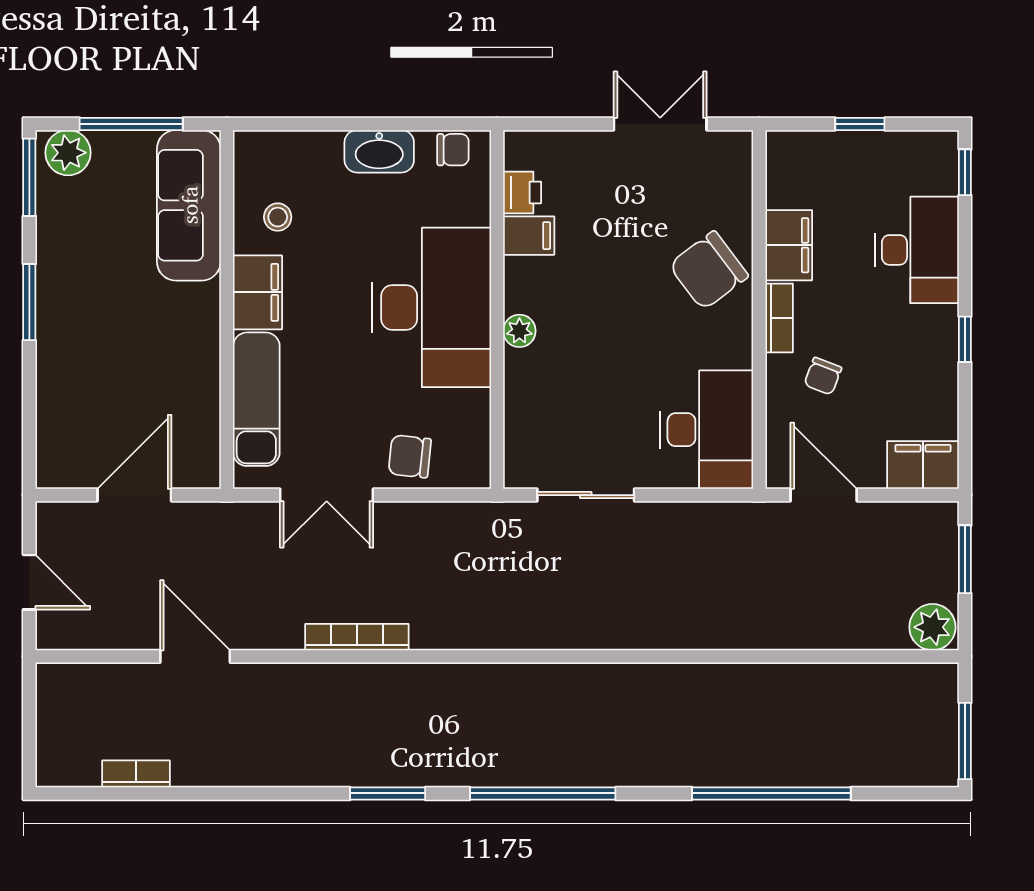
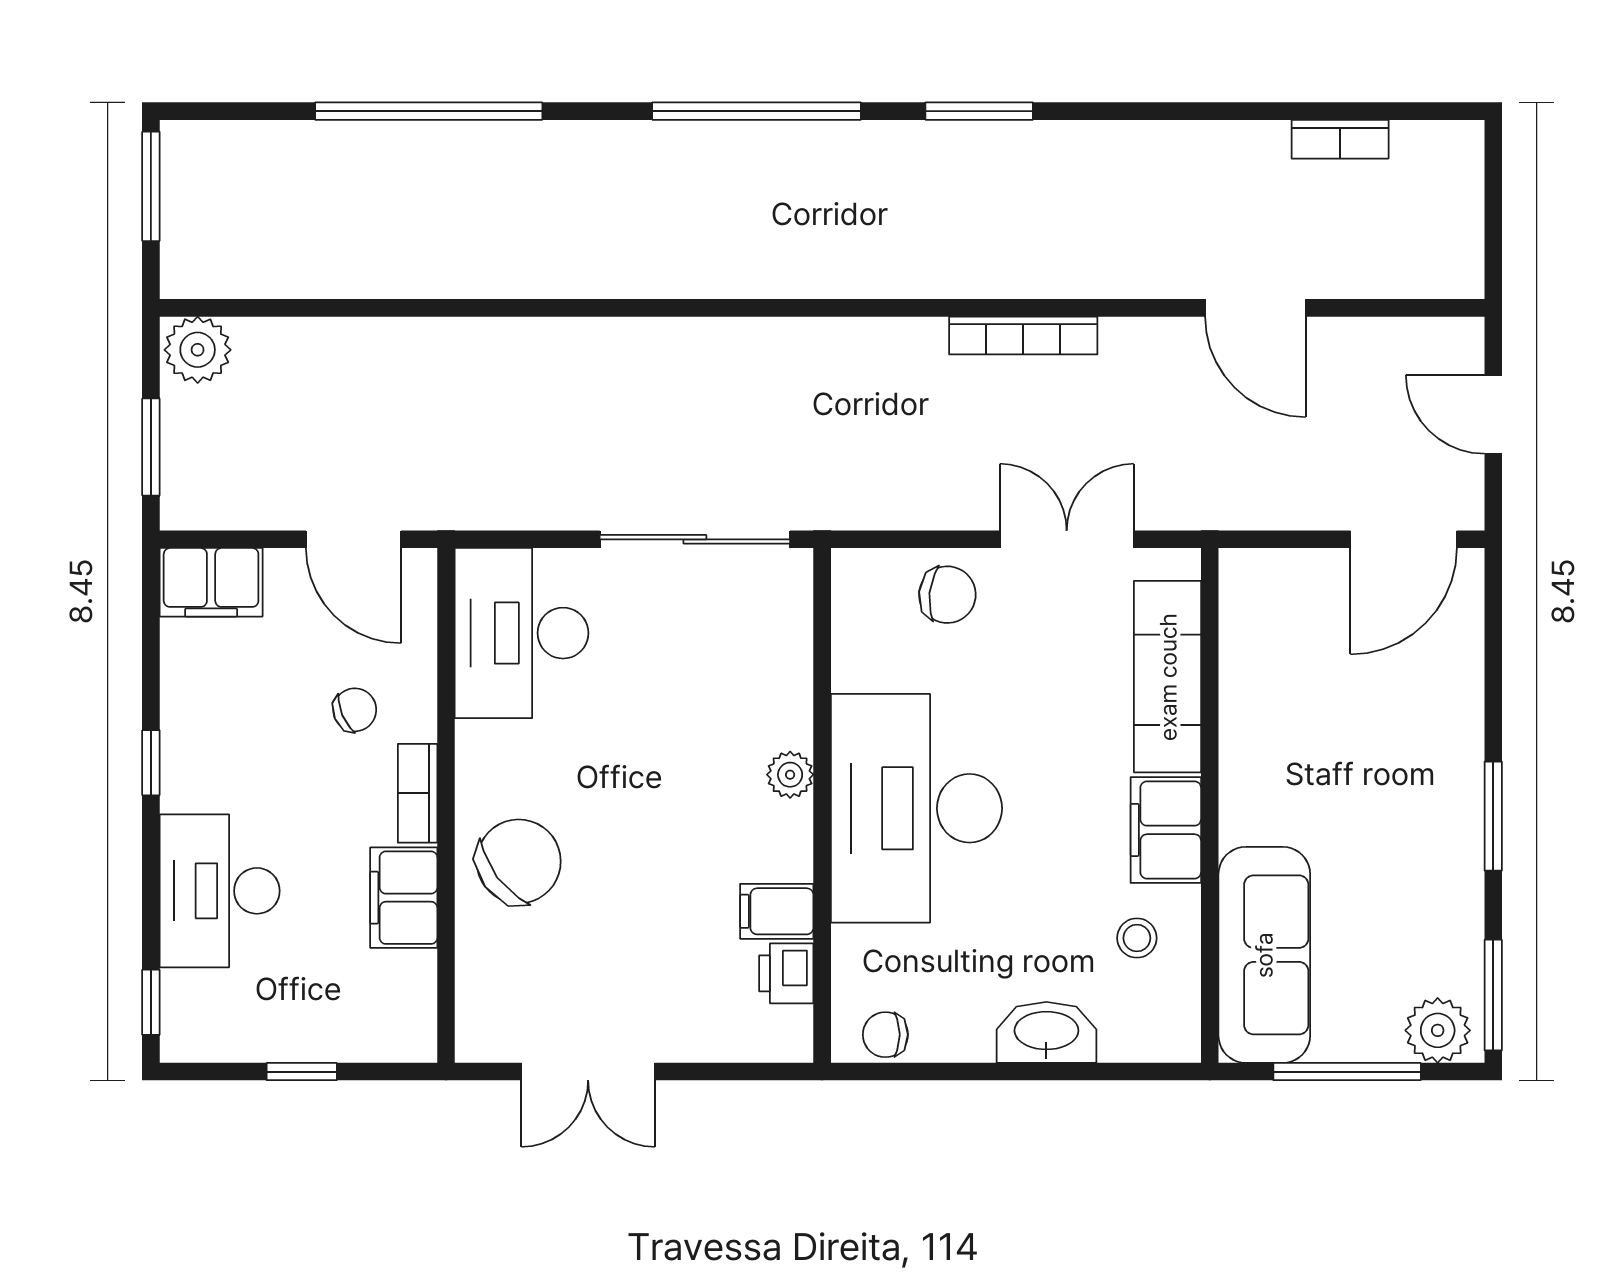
washbasin: (379, 151) -> (1046, 1032), moved
chair: (823, 376) -> (355, 710), turned 46
door: (134, 495) -> (1404, 539), moved
sliding door: (586, 495) -> (695, 539), width x1.37

